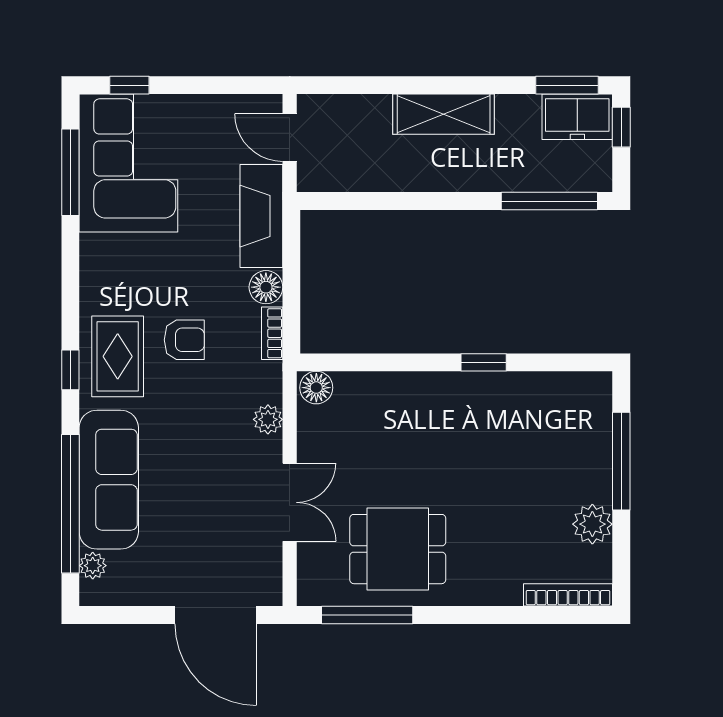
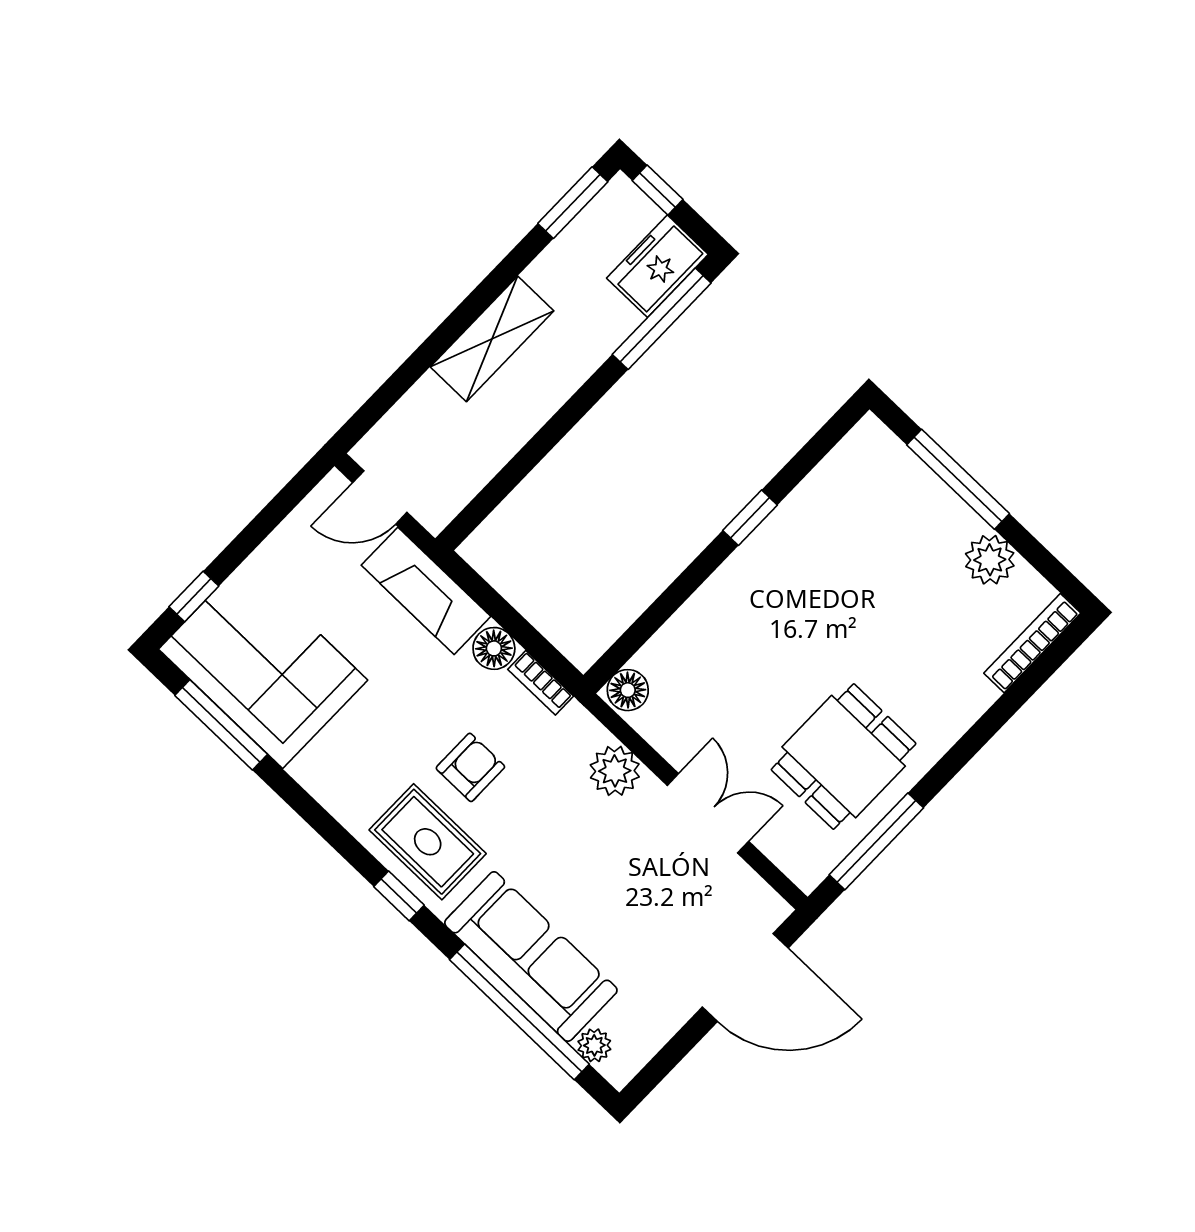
freezer: (577, 117) -> (657, 266), moved, turned 180
plant: (268, 419) -> (615, 771), width x1.38, depth x1.38

